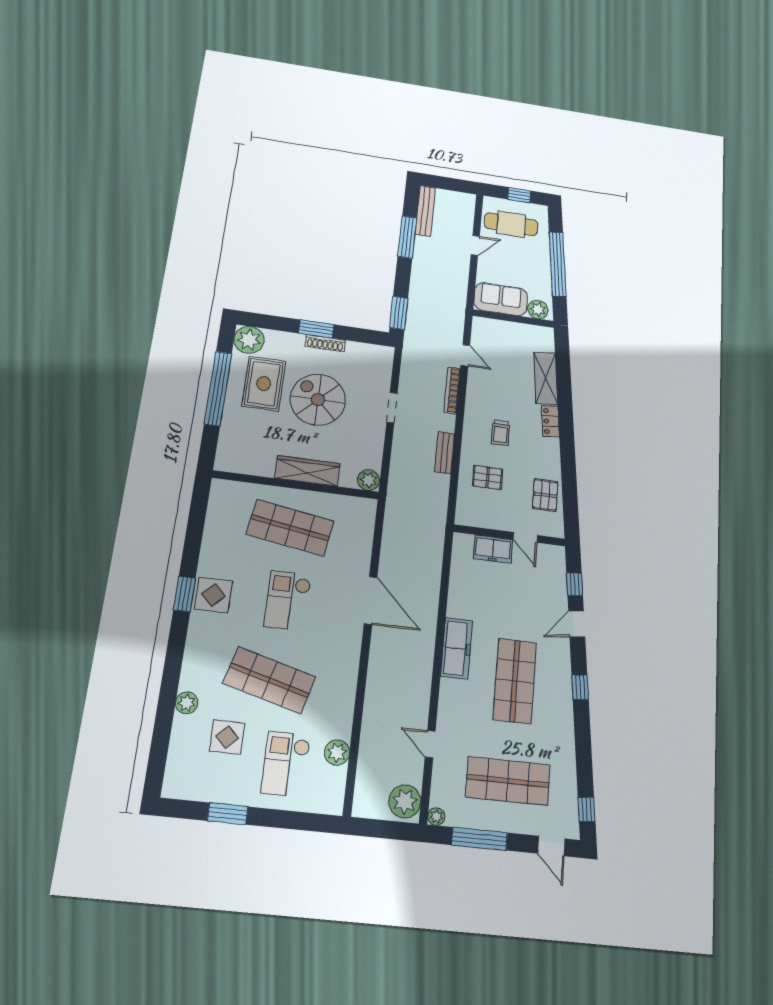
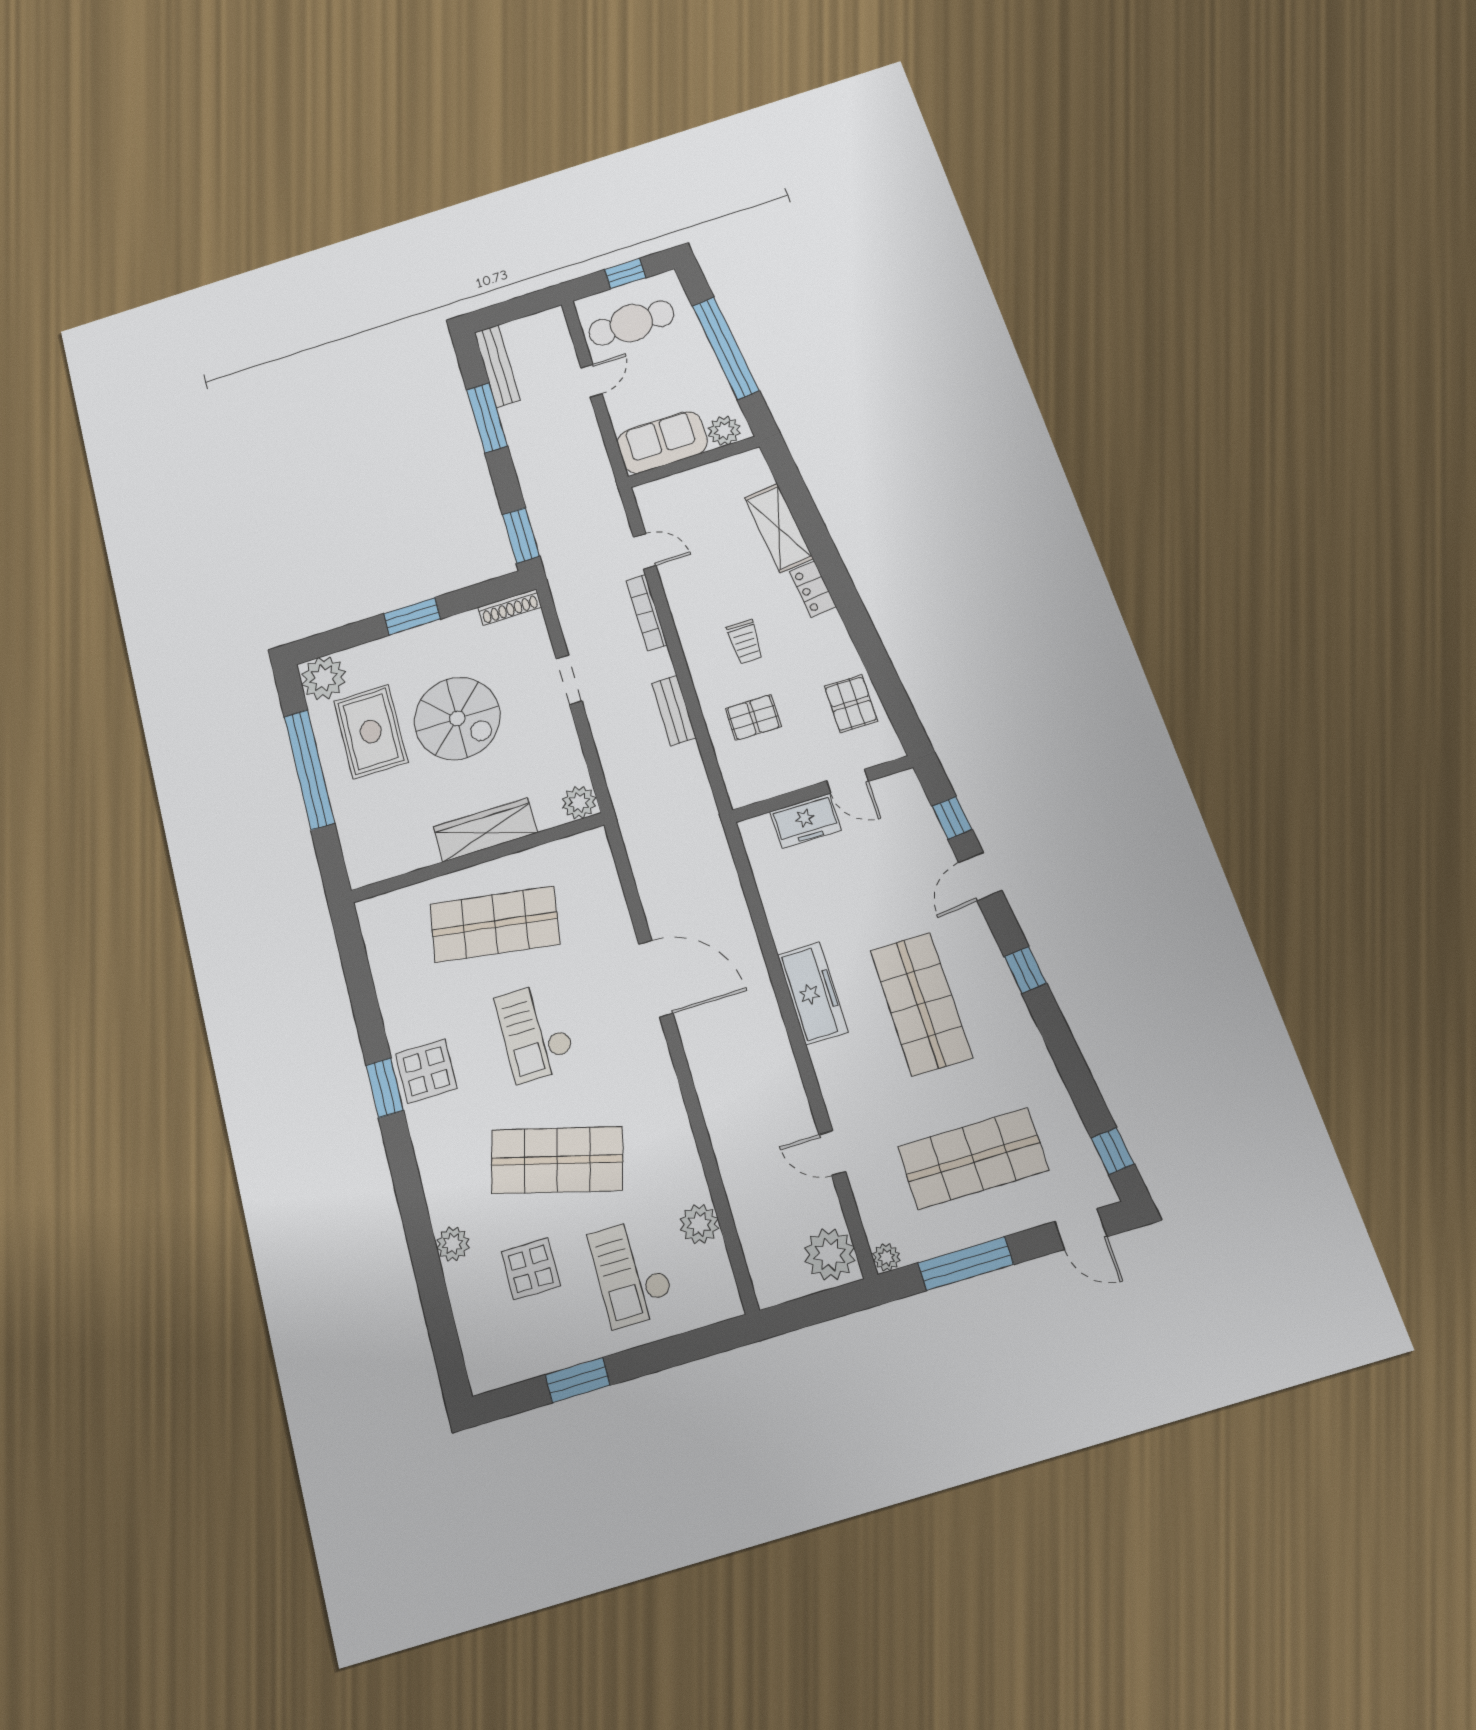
shoe rack: (325, 343) -> (510, 607), moved
spiral stairs: (318, 400) -> (457, 719), turned 180

